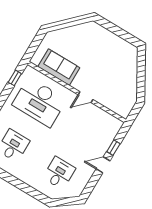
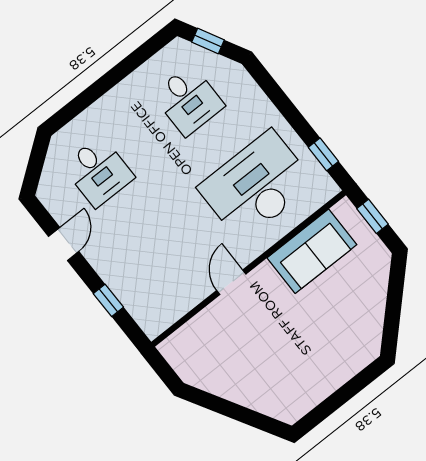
window: (34, 47) -> (373, 216), added
door: (103, 165) -> (64, 244), moved

